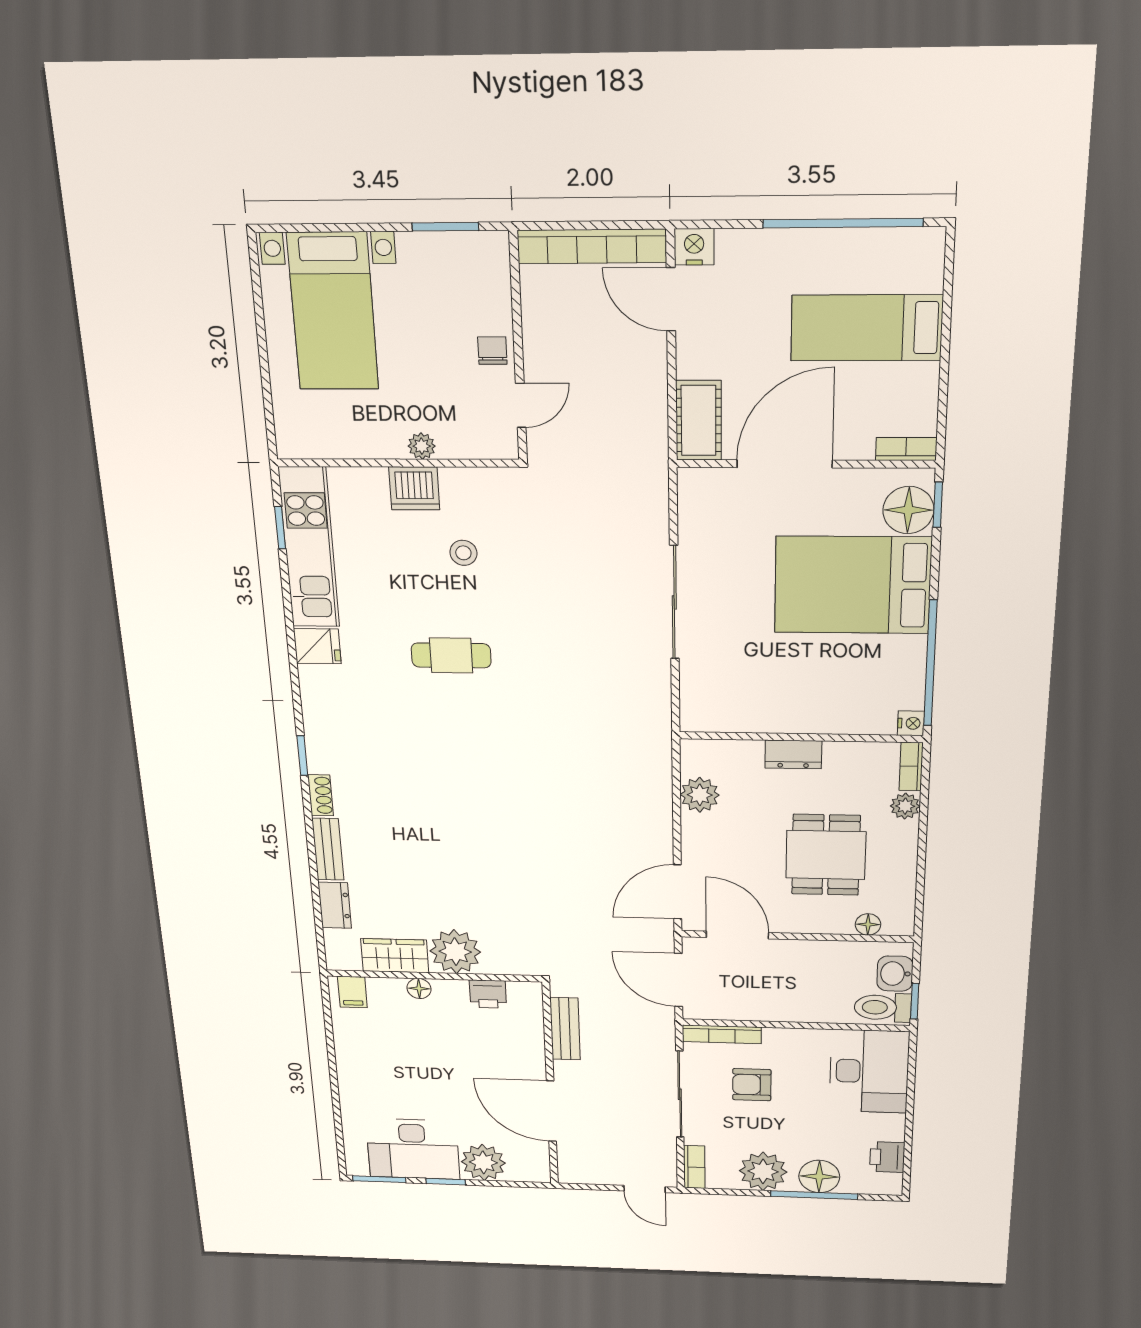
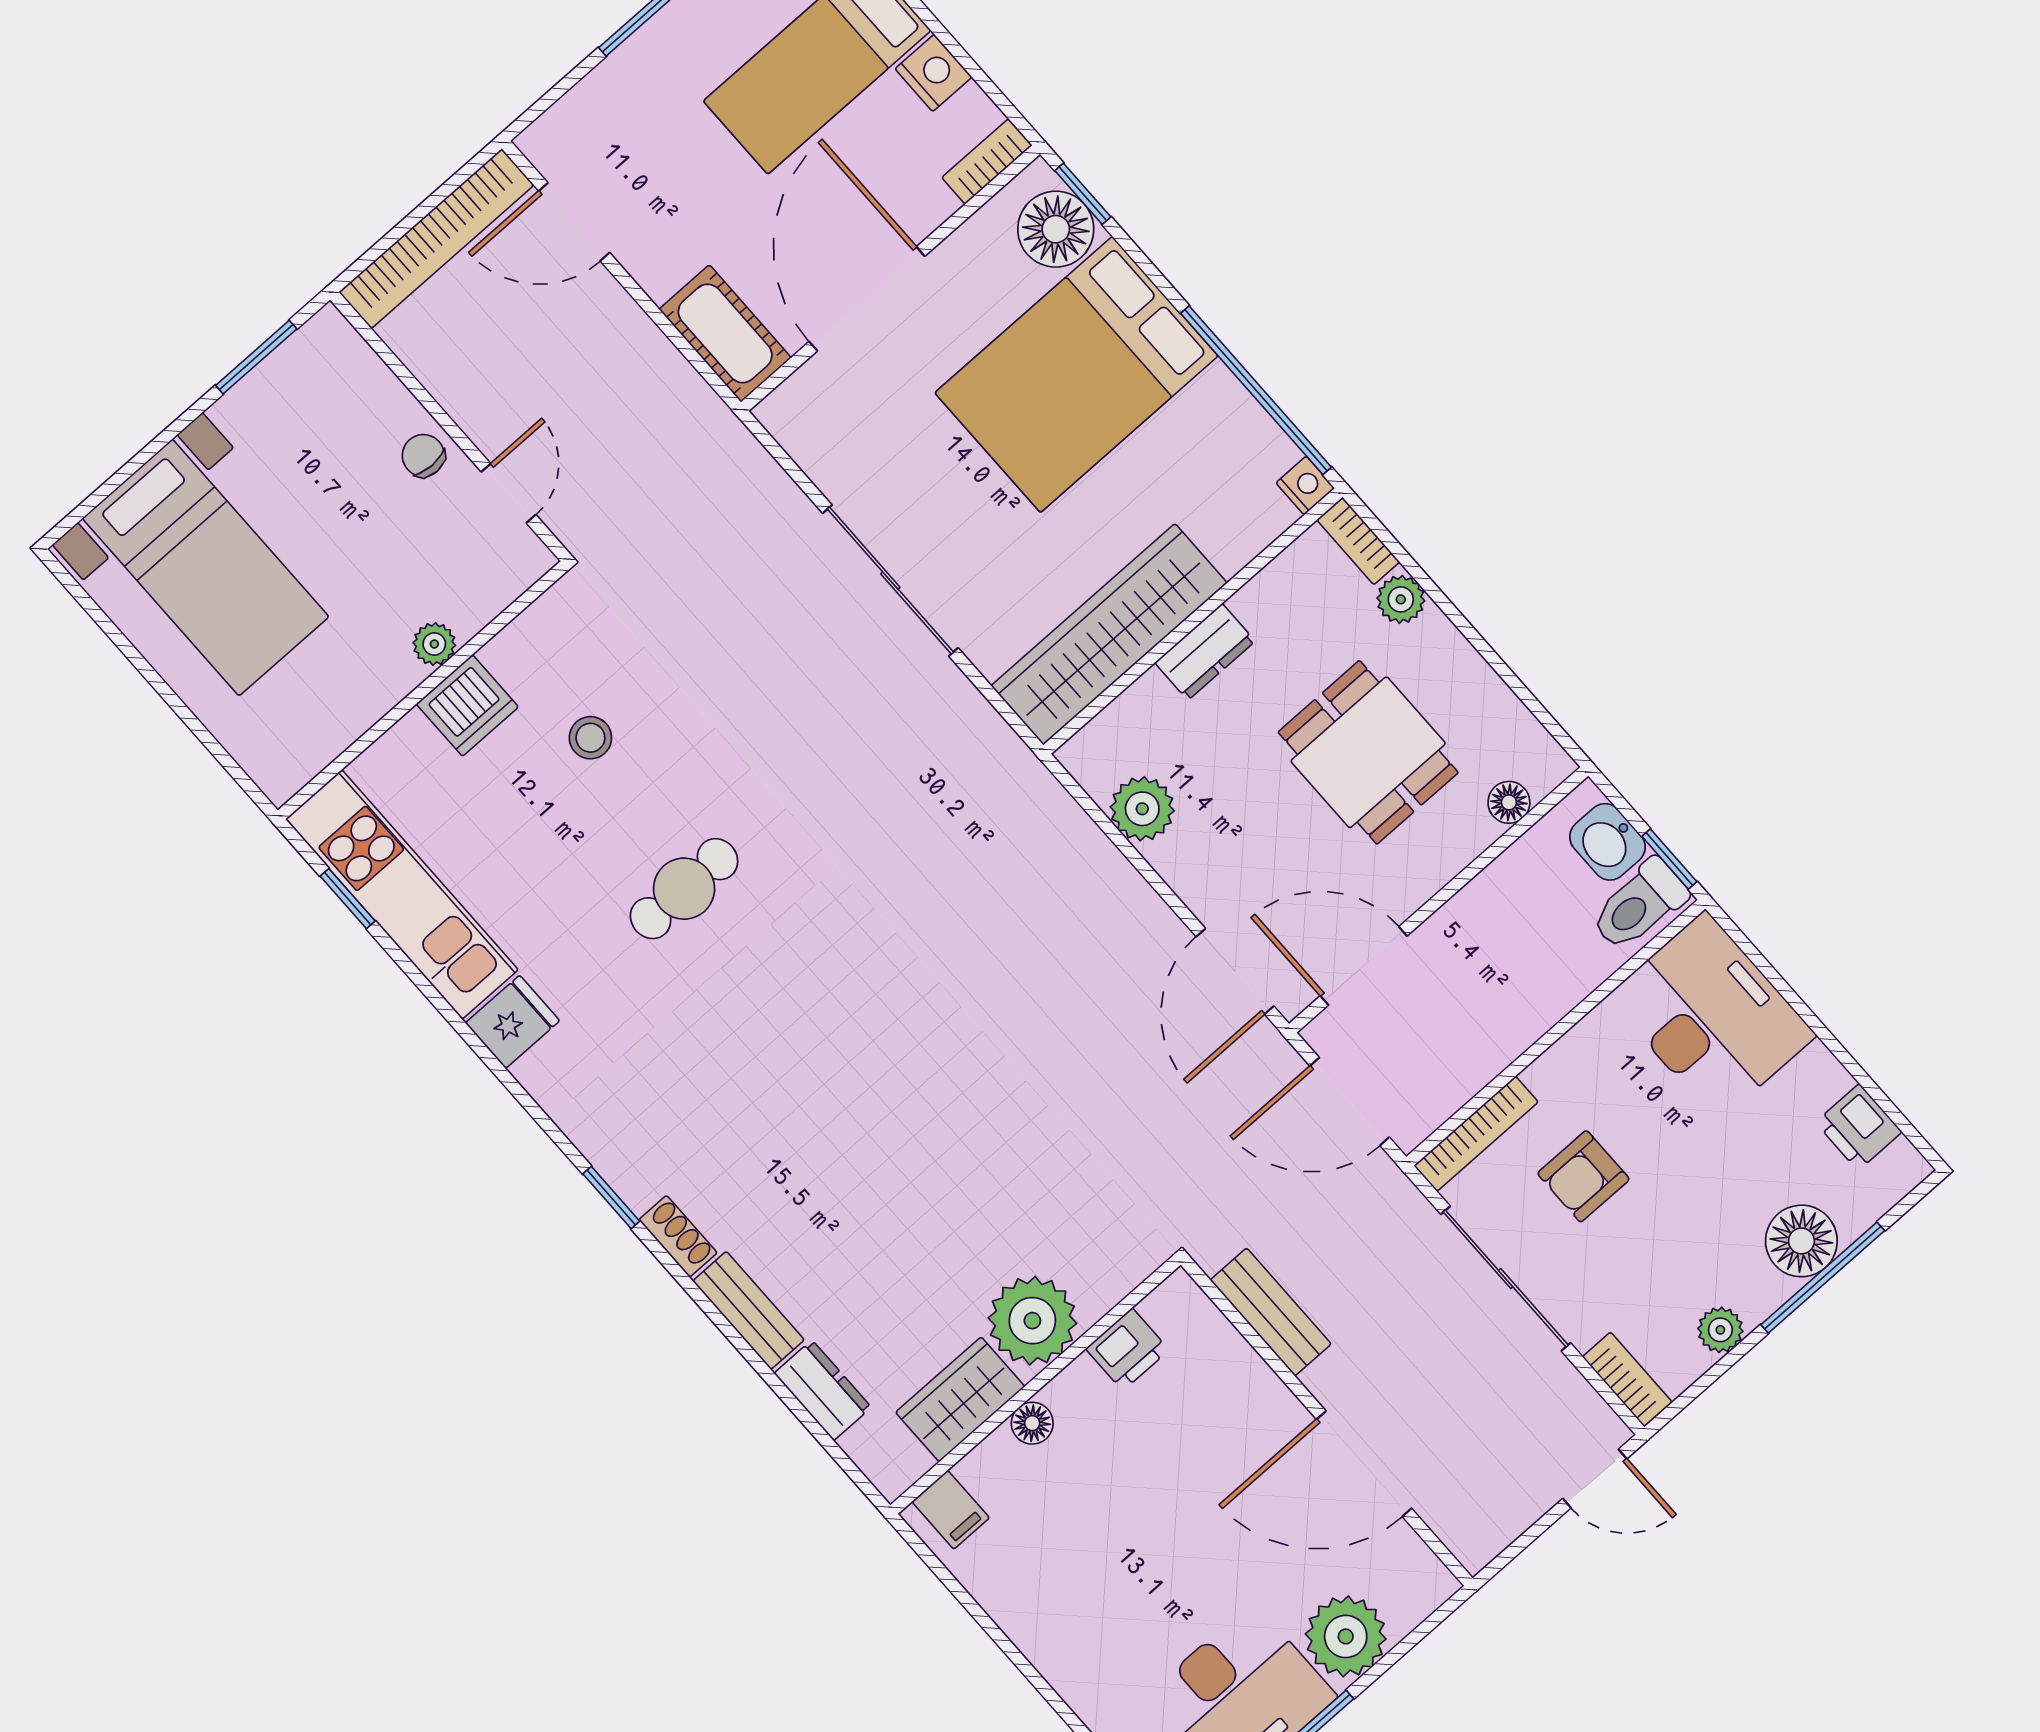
nightstand: (694, 247) -> (933, 73), moved, turned 90
wardrobe: (756, 711) -> (1109, 634), added
plant: (763, 1171) -> (1720, 1330), width x0.53, depth x0.53

